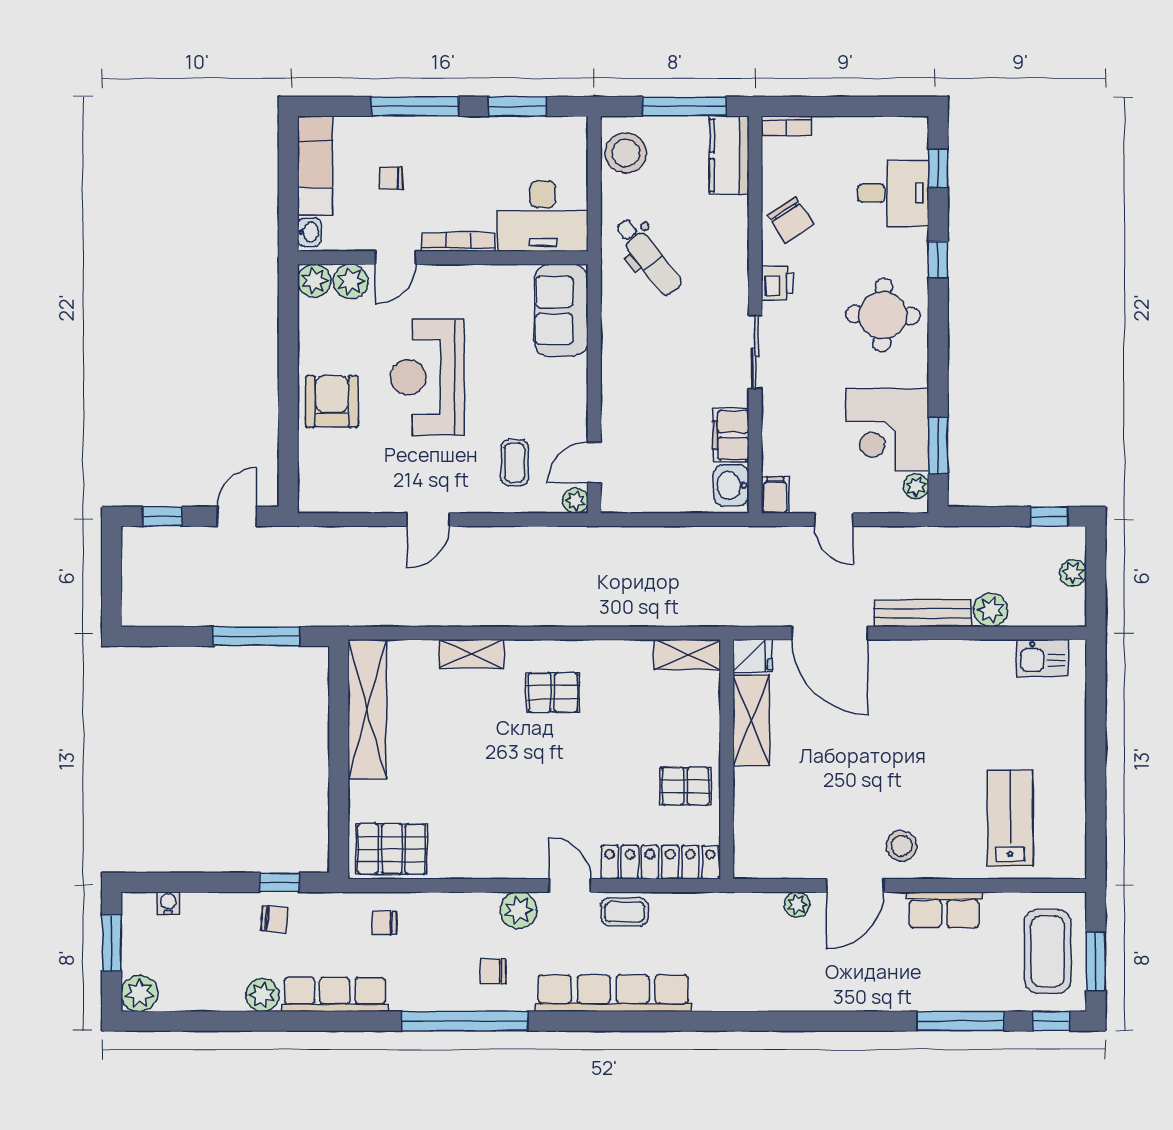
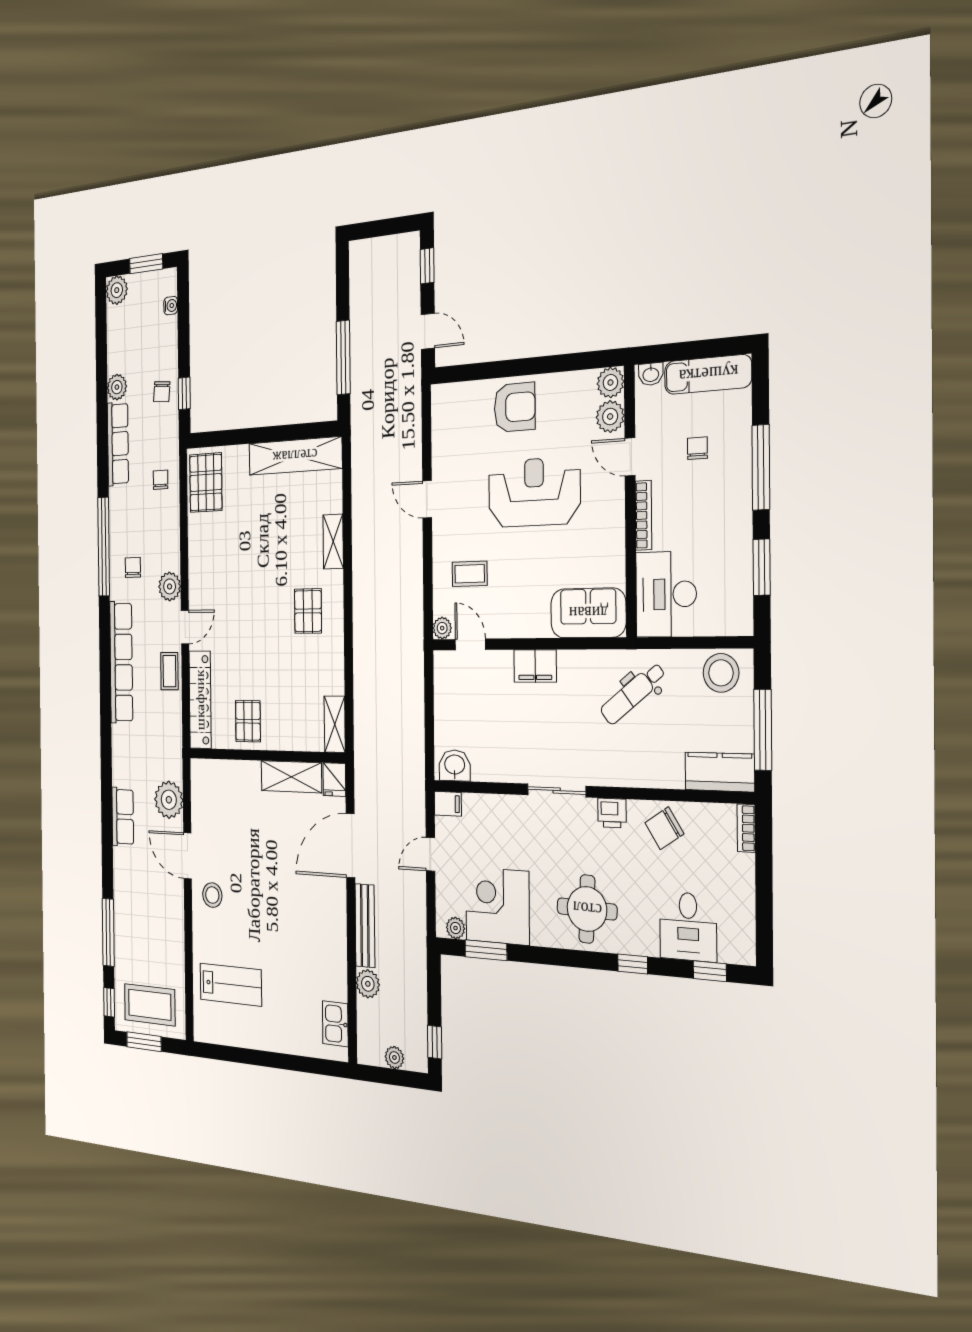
filing cabinet: (731, 435) -> (535, 666), moved, turned 180
plant: (797, 904) -> (169, 800), width x1.88, depth x1.88
row of seats: (944, 910) -> (123, 817), moved, turned 180

